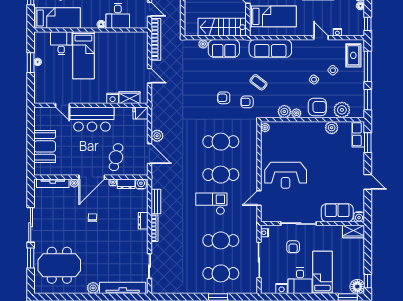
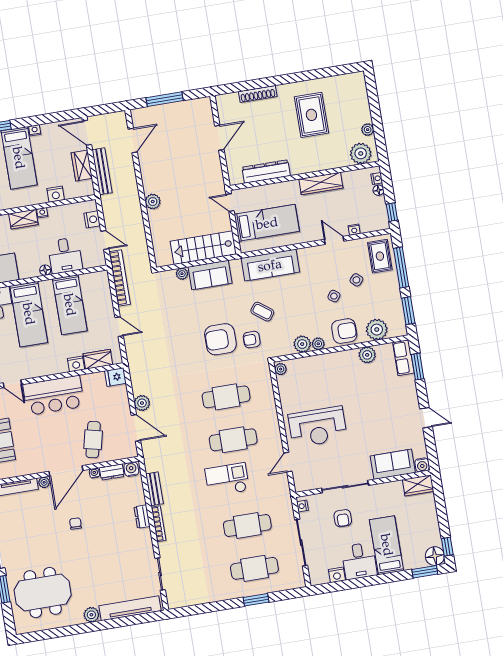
bed: (115, 53) -> (70, 305), added
armchair: (224, 98) -> (220, 339), width x1.88, depth x1.88

